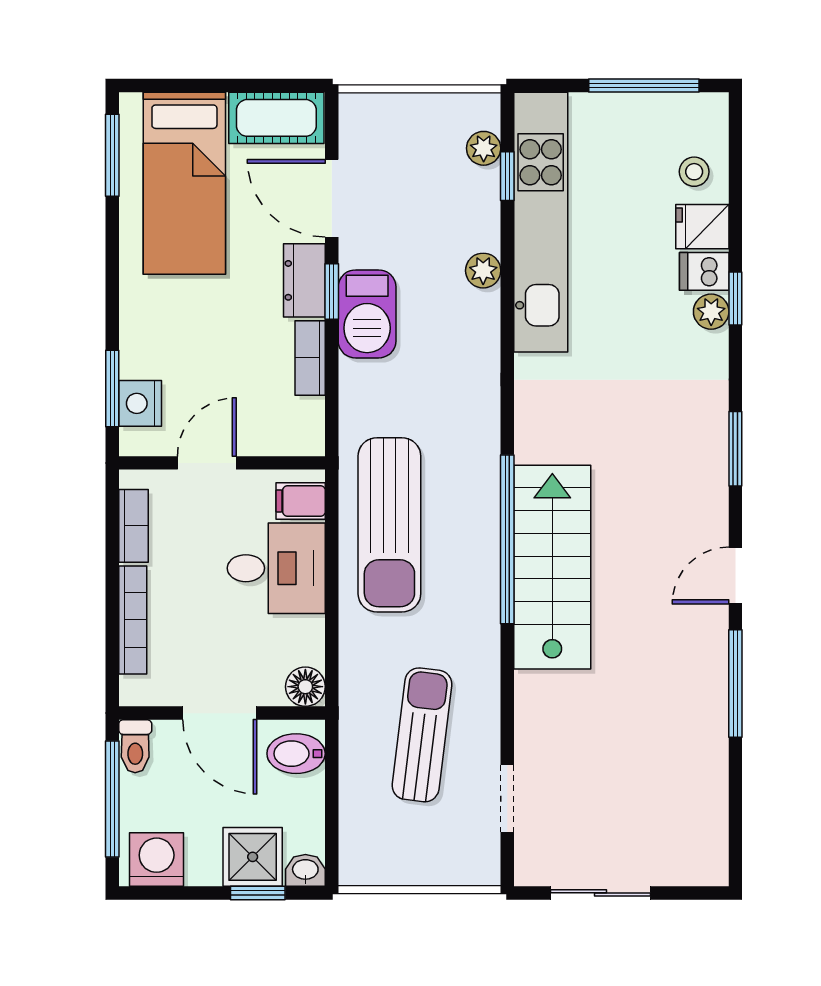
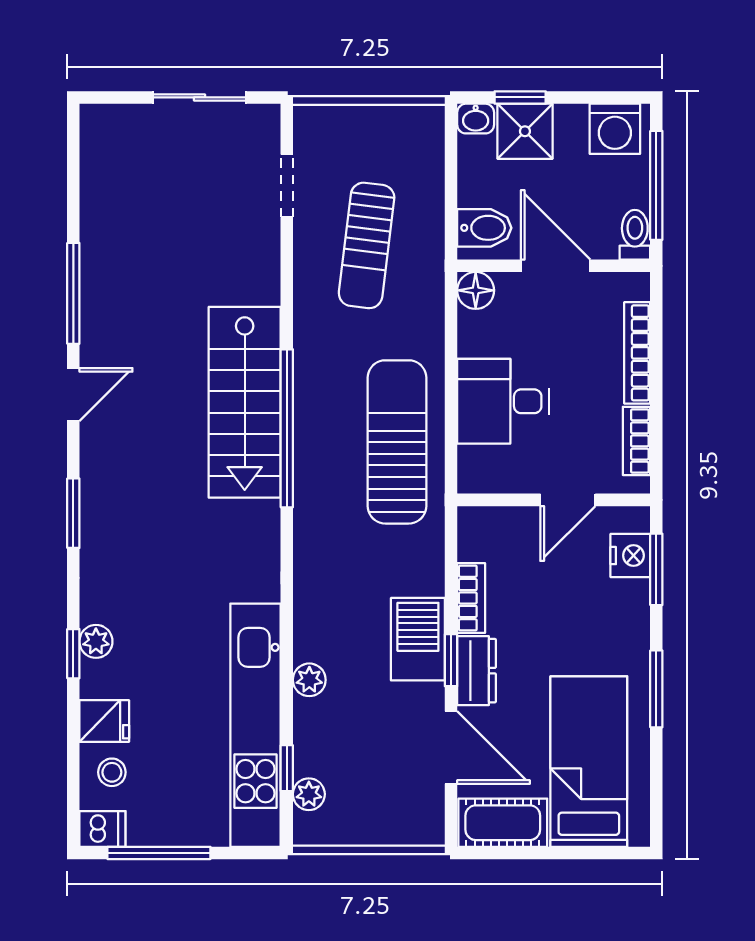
window: (112, 155) -> (656, 689), moved
dishwasher: (704, 271) -> (102, 829), moved
filing cabinet: (301, 501) -> (480, 464), removed

